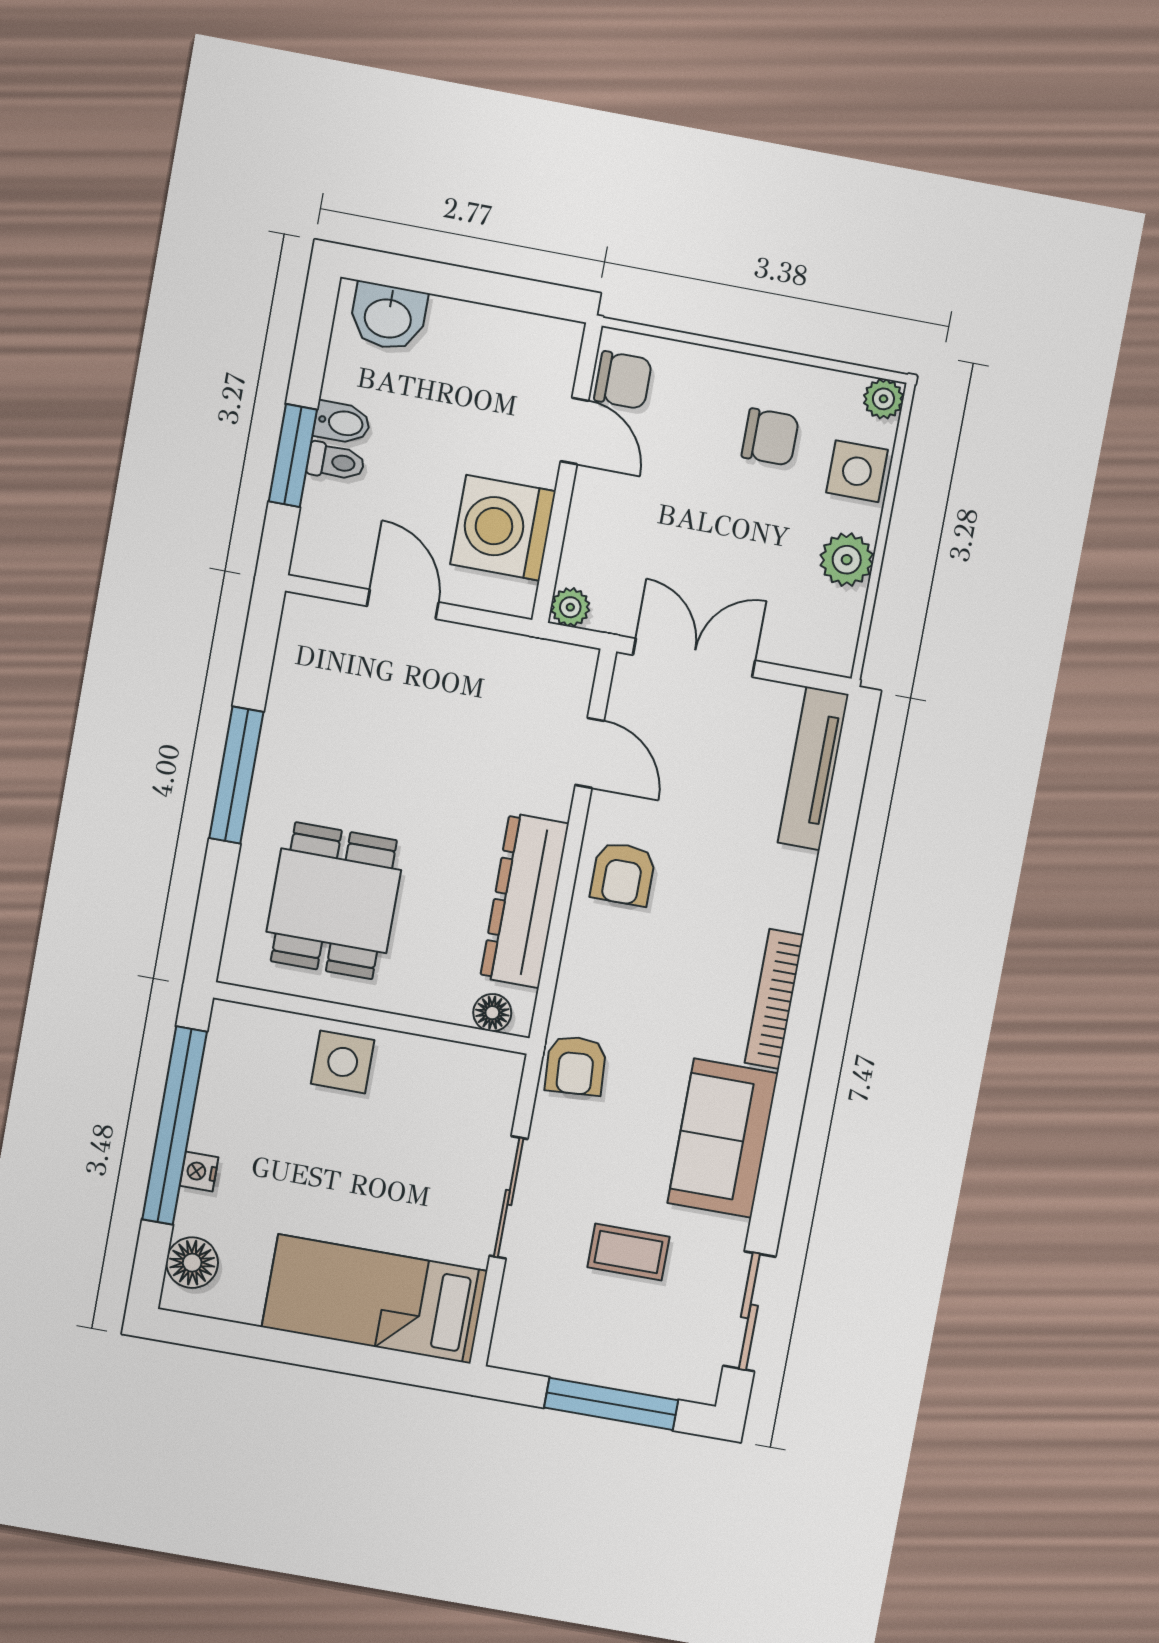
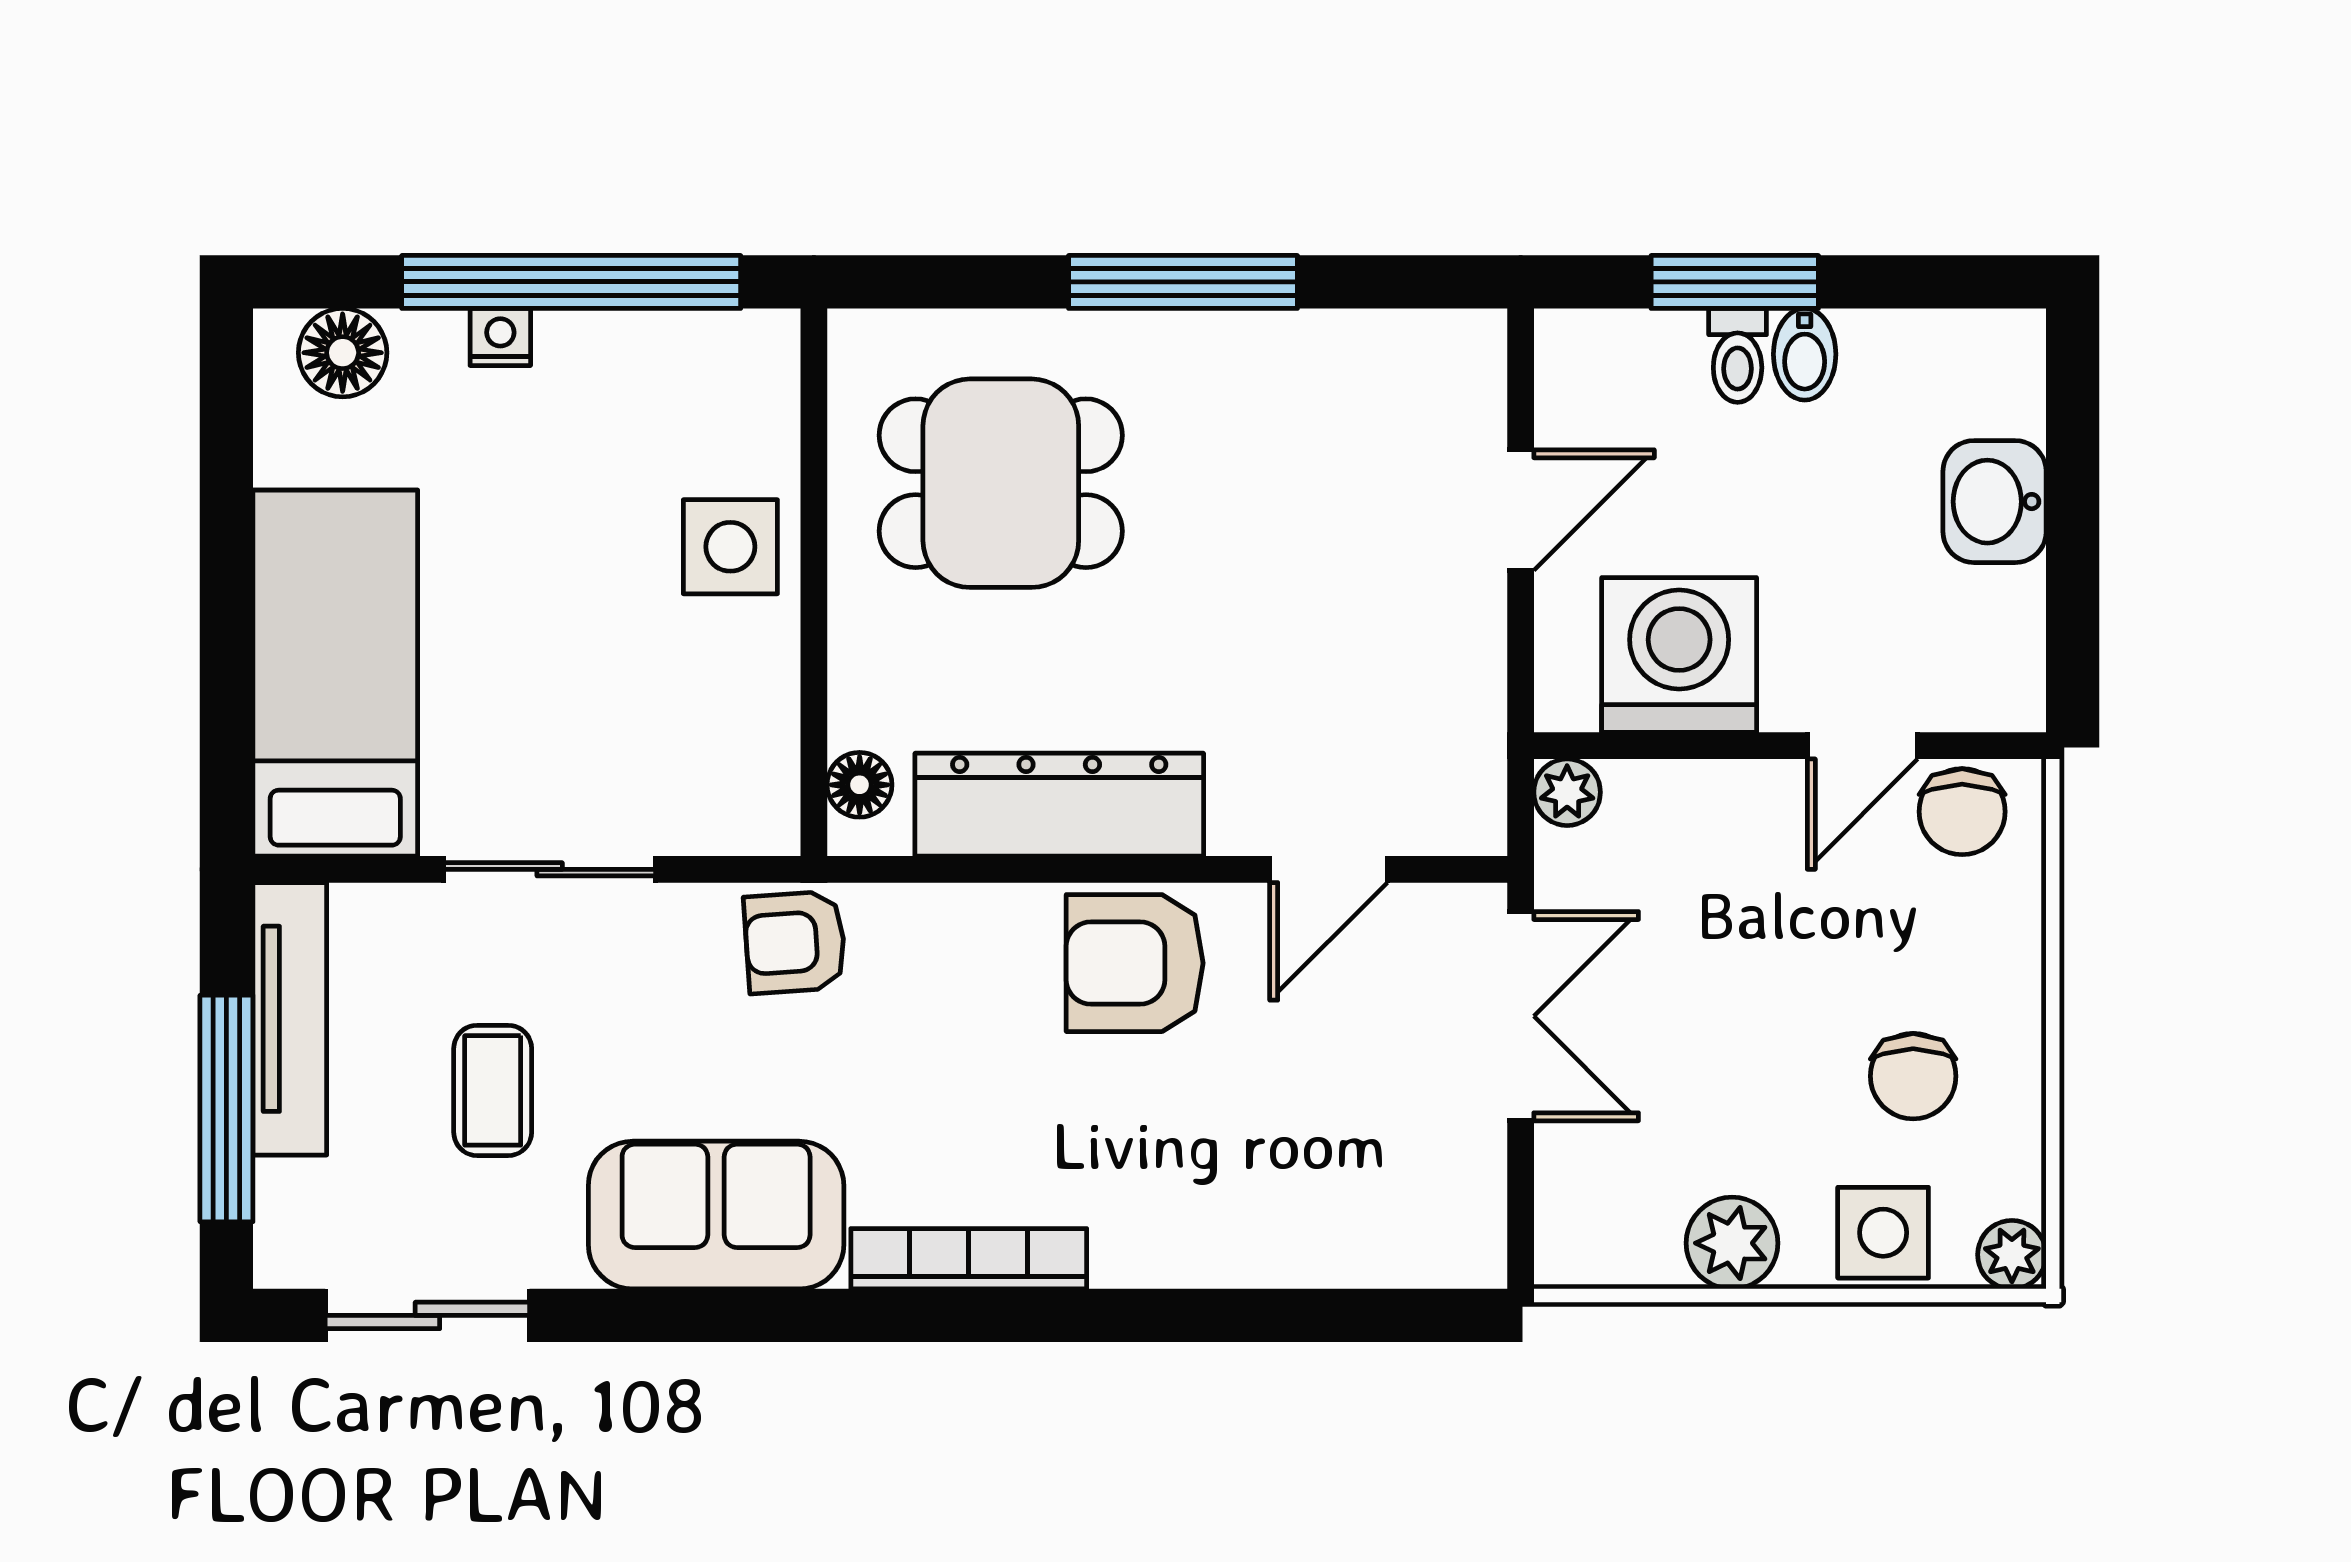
washbasin: (388, 317) -> (1995, 502), moved
tv unit: (813, 768) -> (290, 1019), moved, turned 90
armchair: (623, 874) -> (1135, 963), width x1.38, depth x1.38

